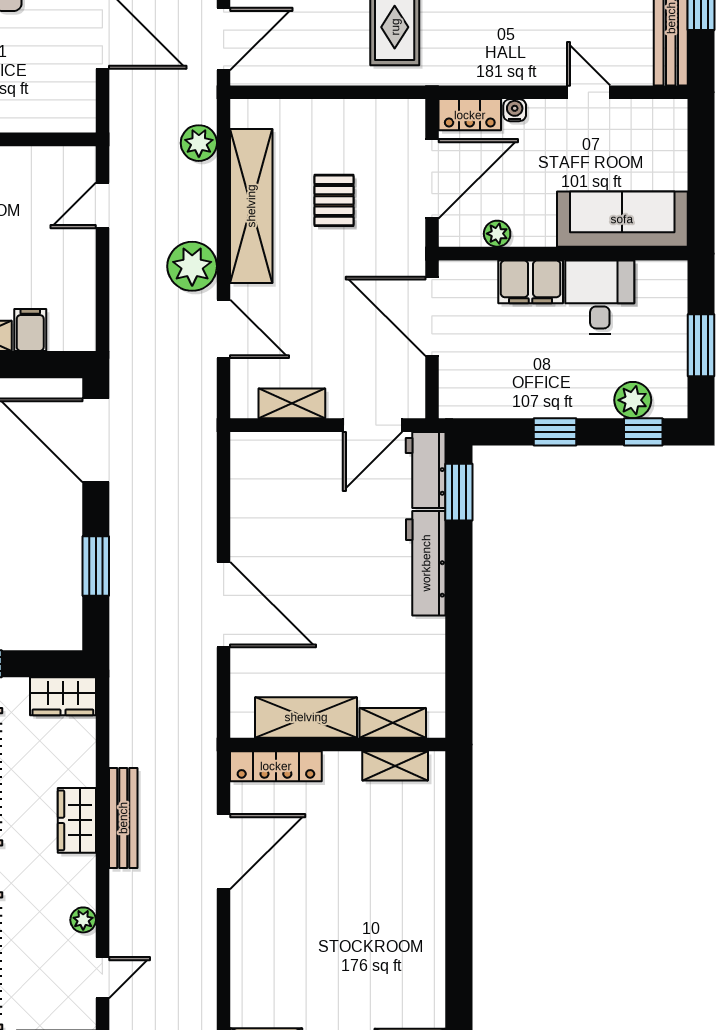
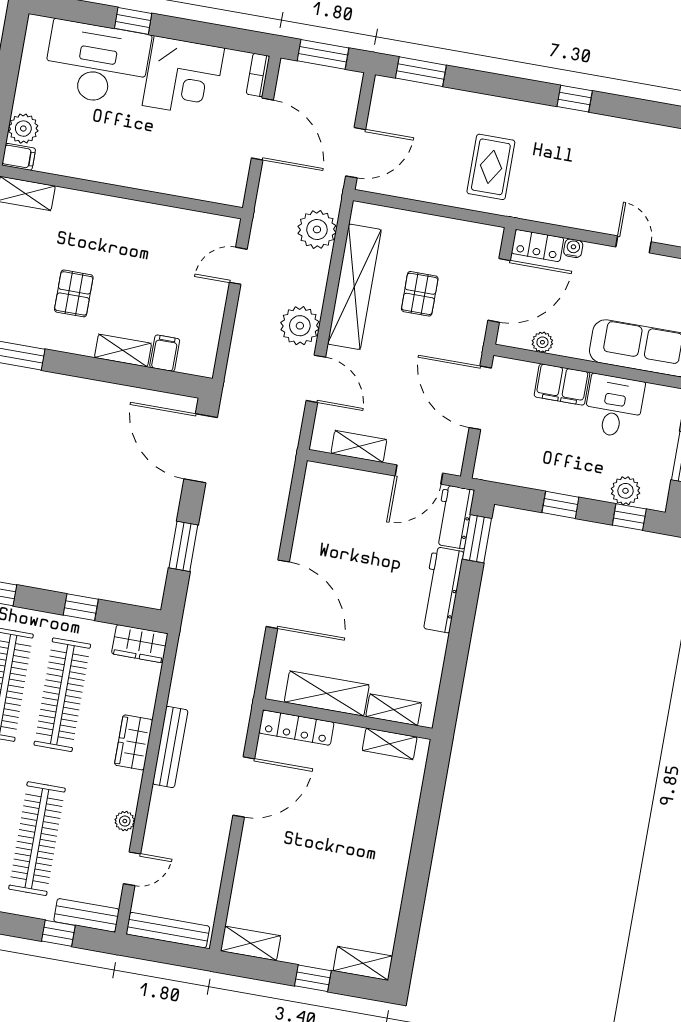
plant: (199, 143) -> (317, 229), width x1.36, depth x1.36

